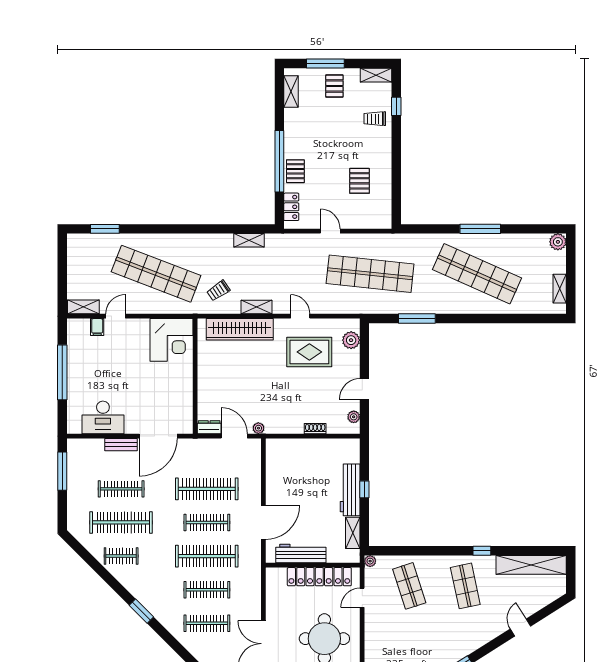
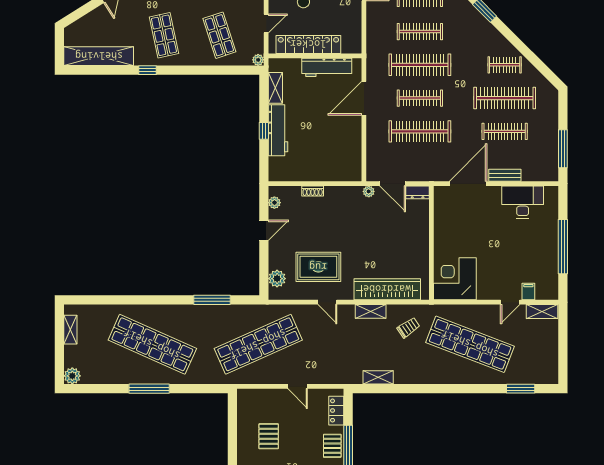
shop shelf: (370, 274) -> (258, 344), turned -30

